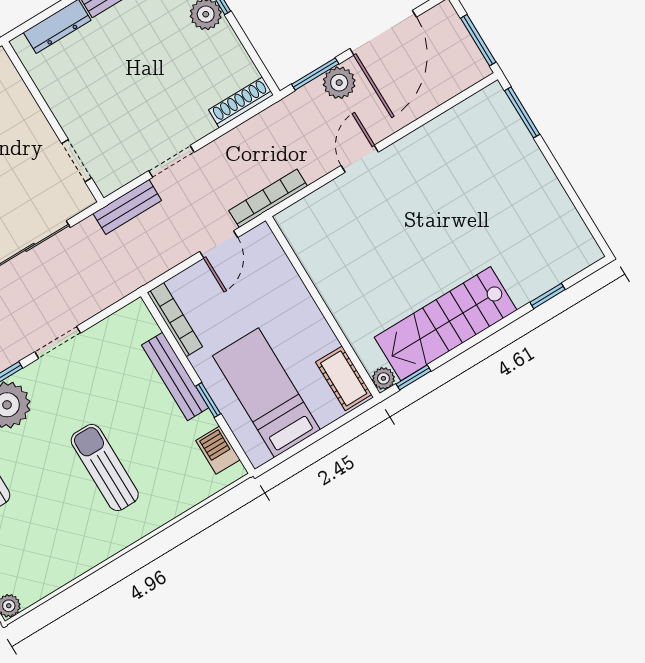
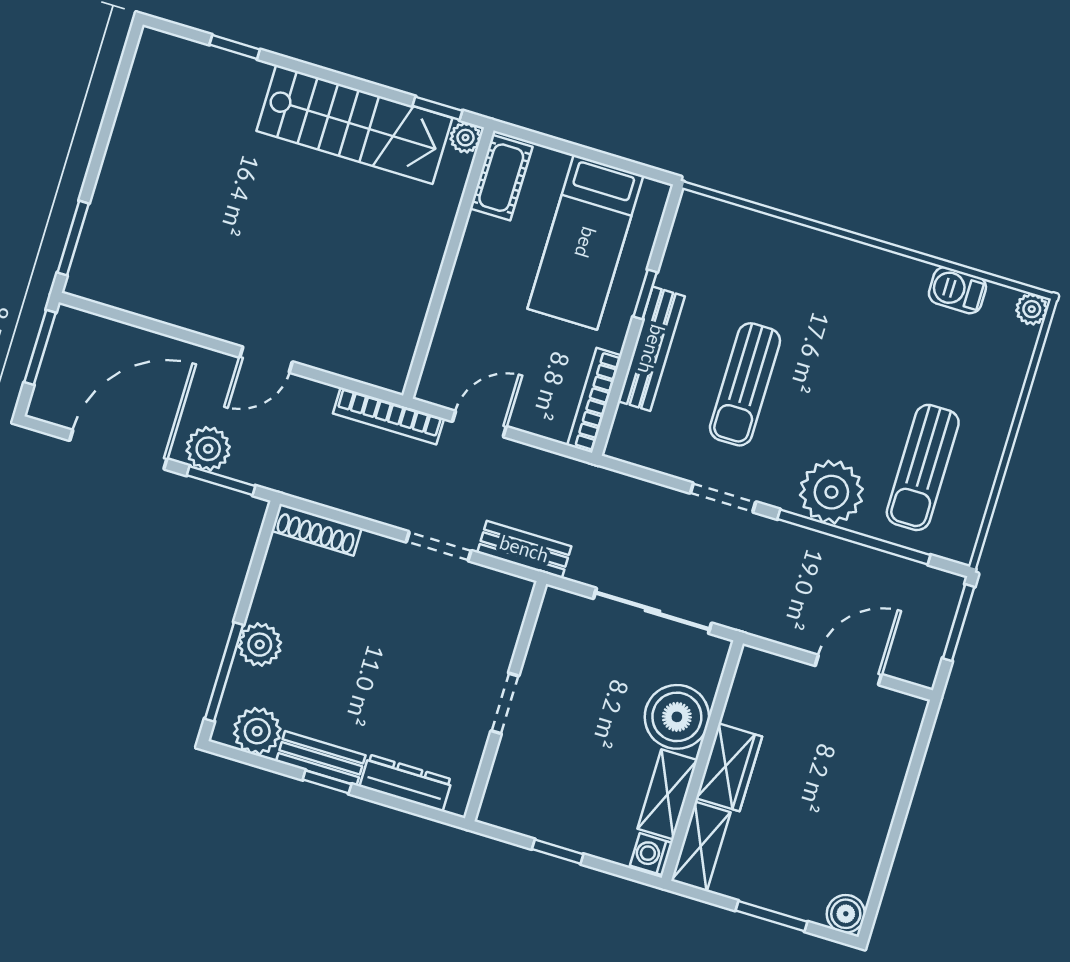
doorway: (77, 161) -> (505, 703), moved
barbecue: (218, 450) -> (957, 290), moved, turned 90
sun lounger: (105, 468) -> (745, 384), moved

